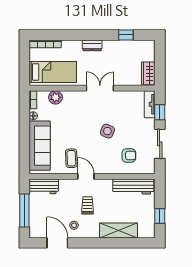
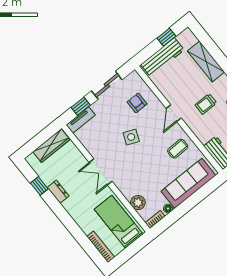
dresser: (92, 45) -> (58, 192), moved
wardrobe: (148, 73) -> (51, 146), width x1.50
door: (86, 176) -> (174, 113), moved
workbench: (133, 186) -> (162, 57), moved, turned 90

